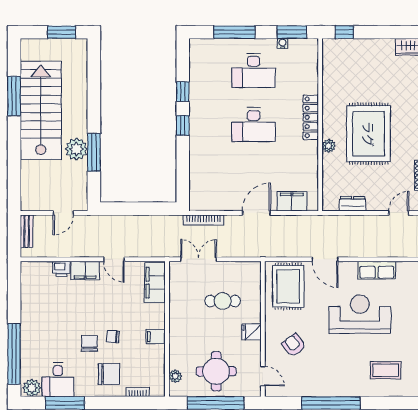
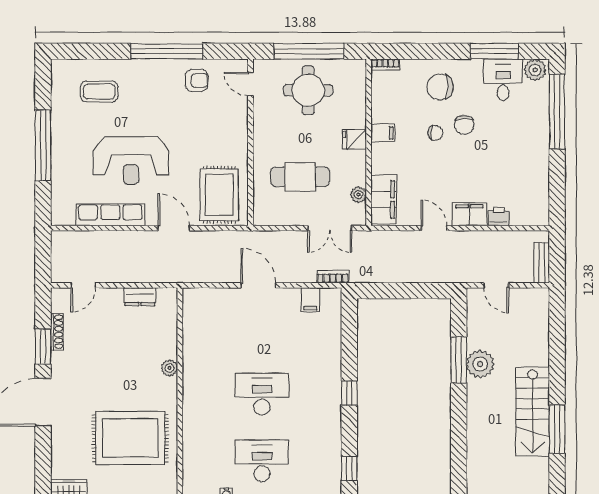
window: (183, 92) -> (349, 469), moved
stairs: (41, 110) -> (533, 412), width x0.73, depth x0.66
locker: (311, 117) -> (192, 403), removed
rug: (369, 134) -> (130, 438), moved, turned 90
filing cabinet: (292, 201) -> (310, 300), moved, width x0.50
door: (63, 213) -> (496, 285), swing flipped
door: (256, 213) -> (258, 285), swing flipped
bookcase: (203, 220) -> (333, 277), width x0.64
row of seats: (377, 270) -> (110, 215), width x1.48
cafe table: (223, 301) -> (300, 177), width x1.37, depth x1.35
fridge: (251, 332) -> (355, 139), moved, turned 180
armchair: (294, 345) -> (197, 80), moved, turned -52
plant: (175, 376) -> (358, 195), moved
bookcase: (138, 392) -> (385, 65), moved

